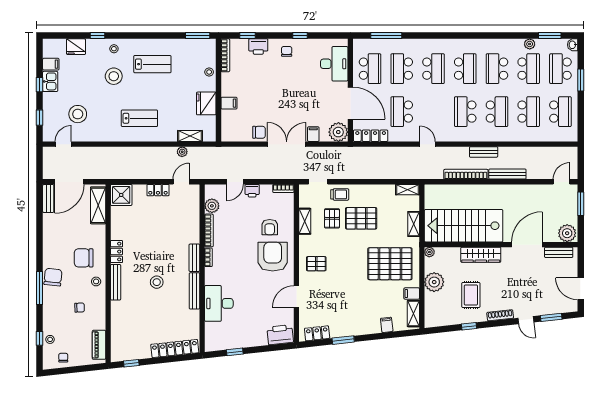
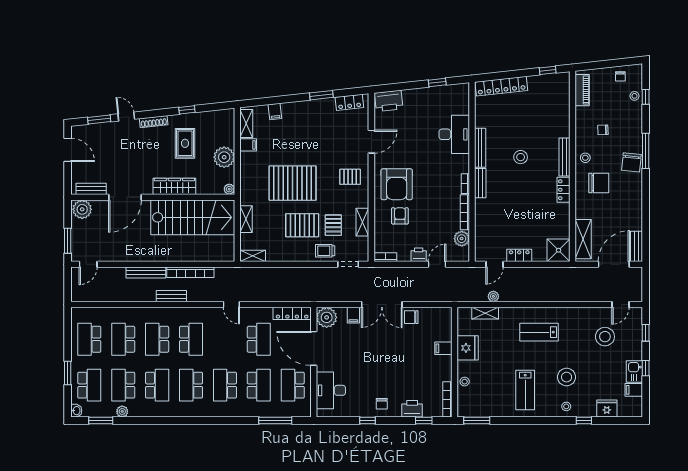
lab bench: (152, 64) -> (525, 390), turned -90
pallet: (390, 264) -> (293, 183), moved

